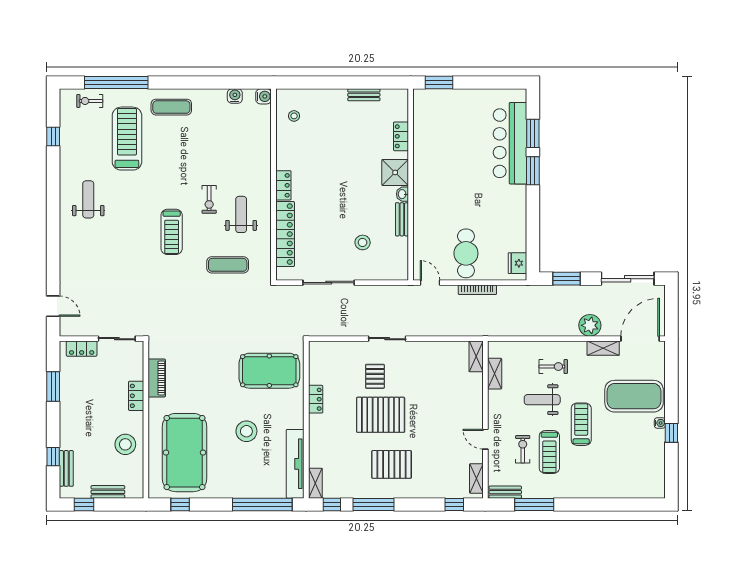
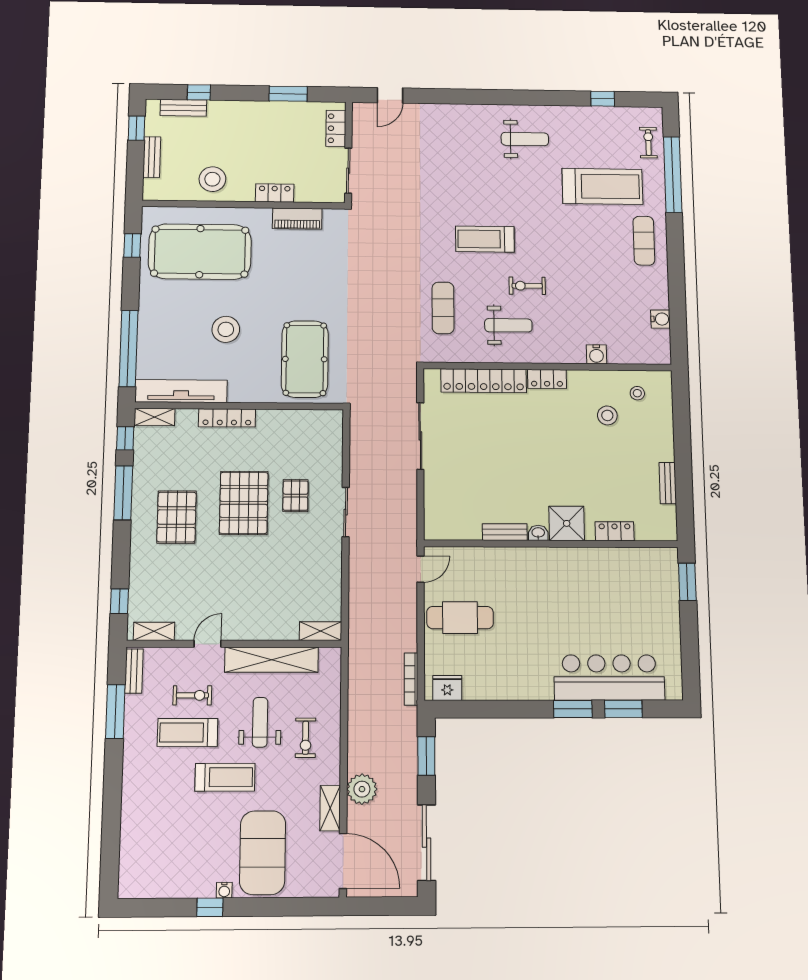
water cooler: (264, 96) -> (596, 354), moved
stool: (363, 242) -> (607, 415), moved
bookcase: (477, 290) -> (411, 679), moved
shelving: (495, 374) -> (271, 660), width x2.20, depth x1.33
pallet: (375, 376) -> (295, 496), turned 90
locker: (316, 399) -> (227, 418), moved, width x1.53

